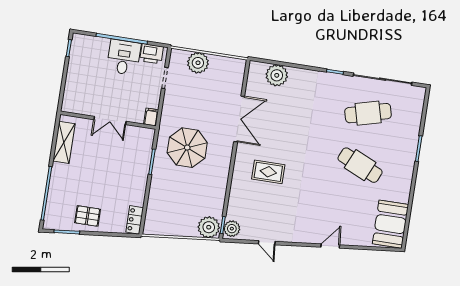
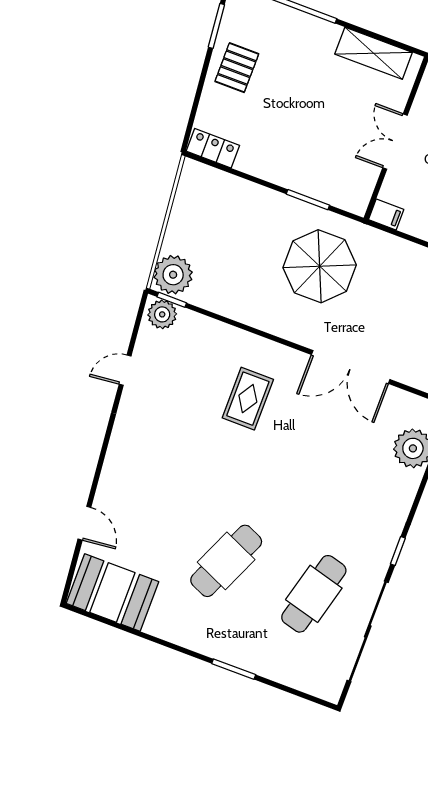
cafe table: (368, 113) -> (314, 594), turned 30
door: (330, 246) -> (84, 523), moved

